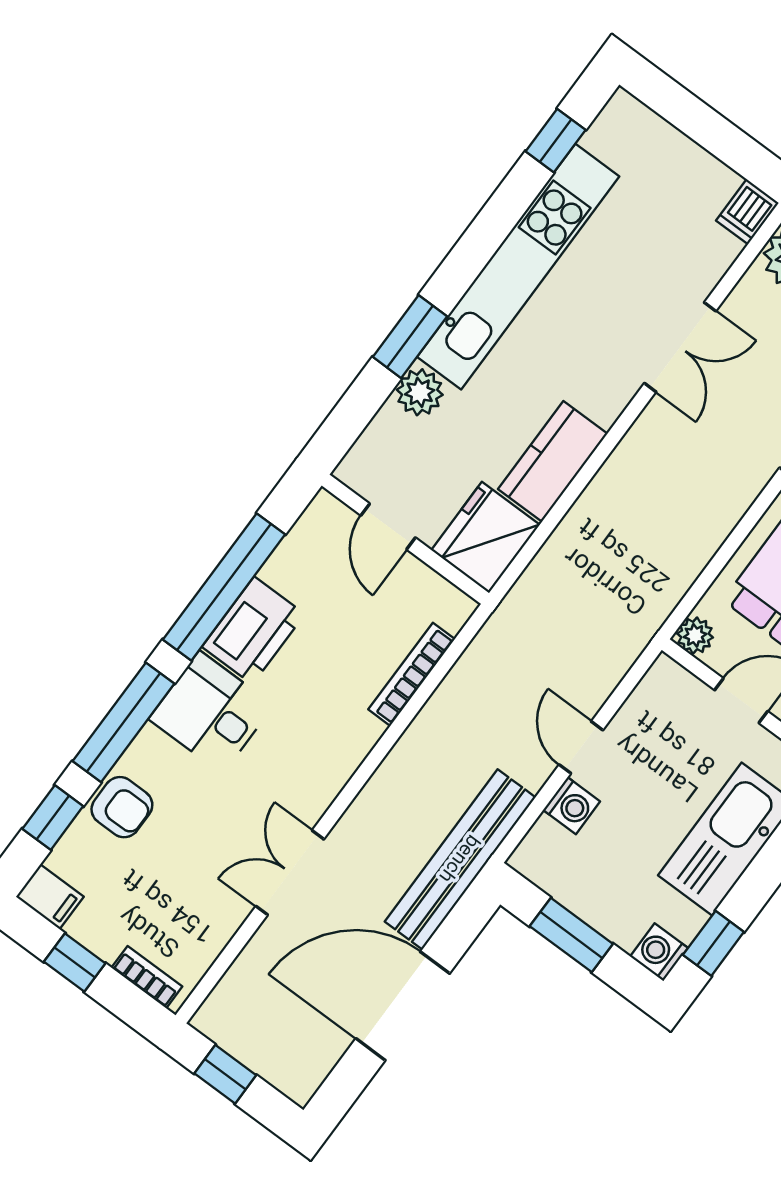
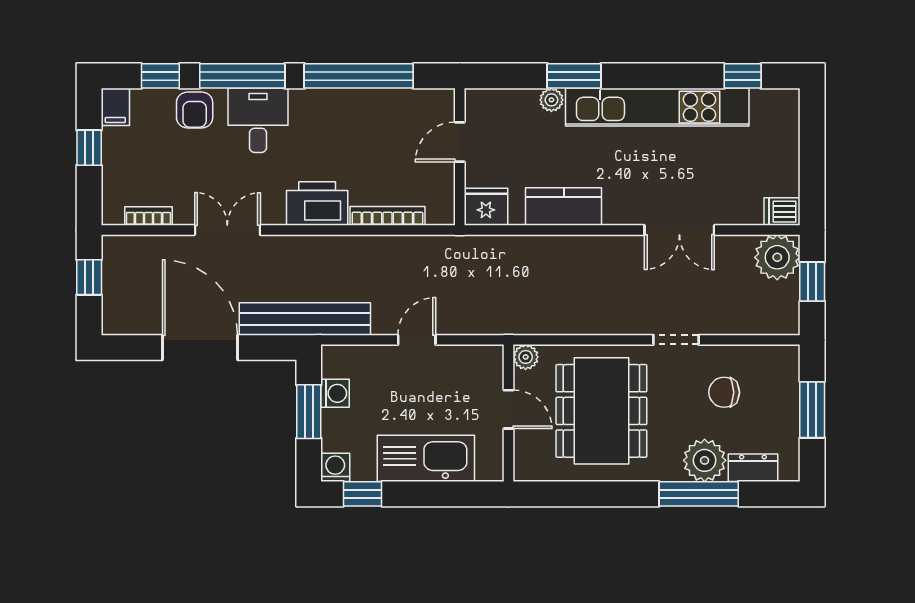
plant: (420, 392) -> (551, 100), width x0.73, depth x0.73
fridge: (486, 537) -> (486, 207), width x0.73, depth x0.75
printer: (253, 630) -> (317, 204), moved, turned 180
desk: (211, 712) -> (258, 120), moved
washing machine: (572, 806) -> (335, 393), moved, turned -90
bookcase: (147, 977) -> (149, 216), moved, turned -90

